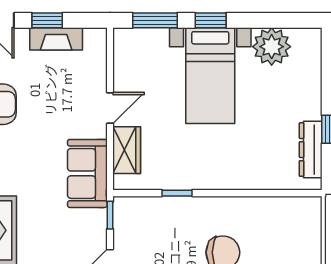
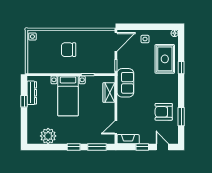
fireplace: (56, 39) -> (128, 139), moved
bed with nightstands: (210, 76) -> (68, 96), moved, turned 180
door: (110, 108) -> (116, 127), moved

